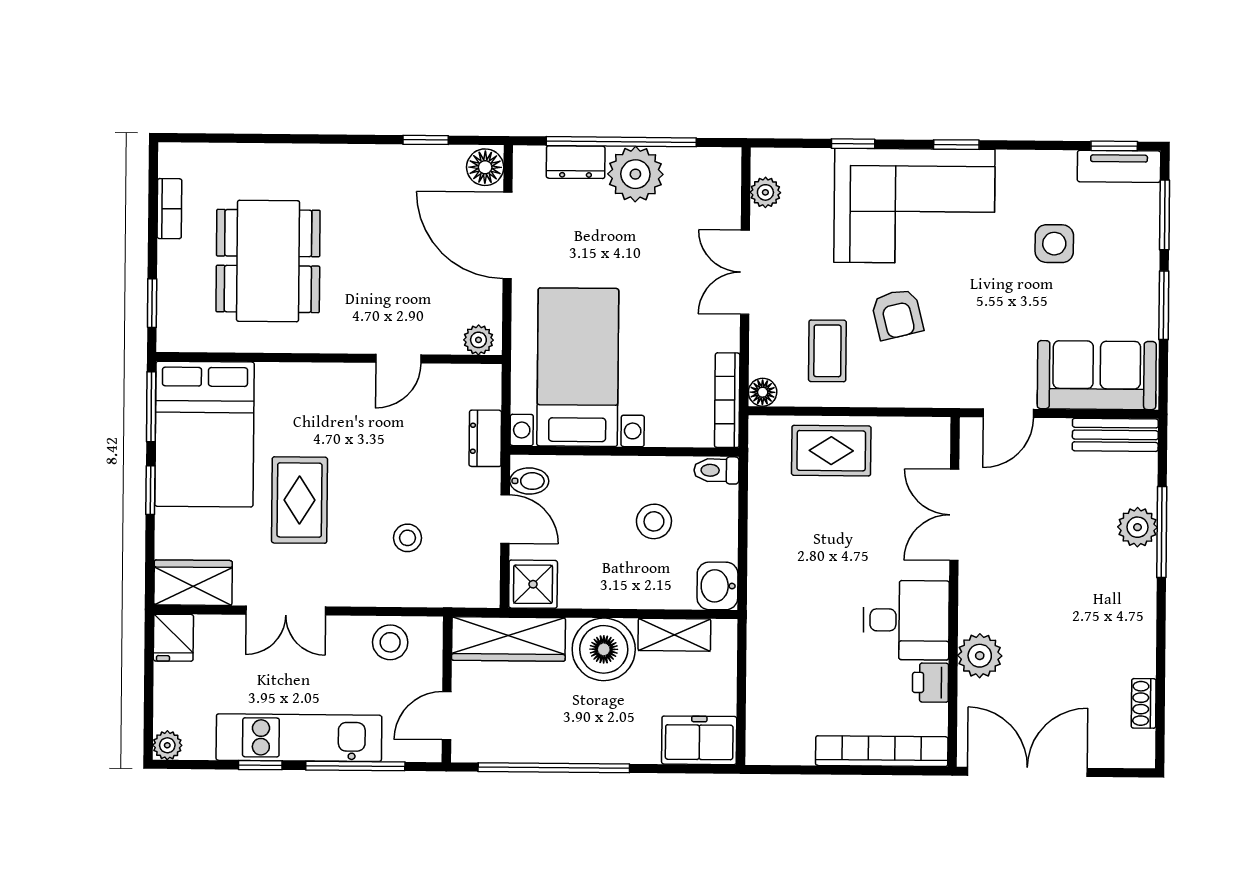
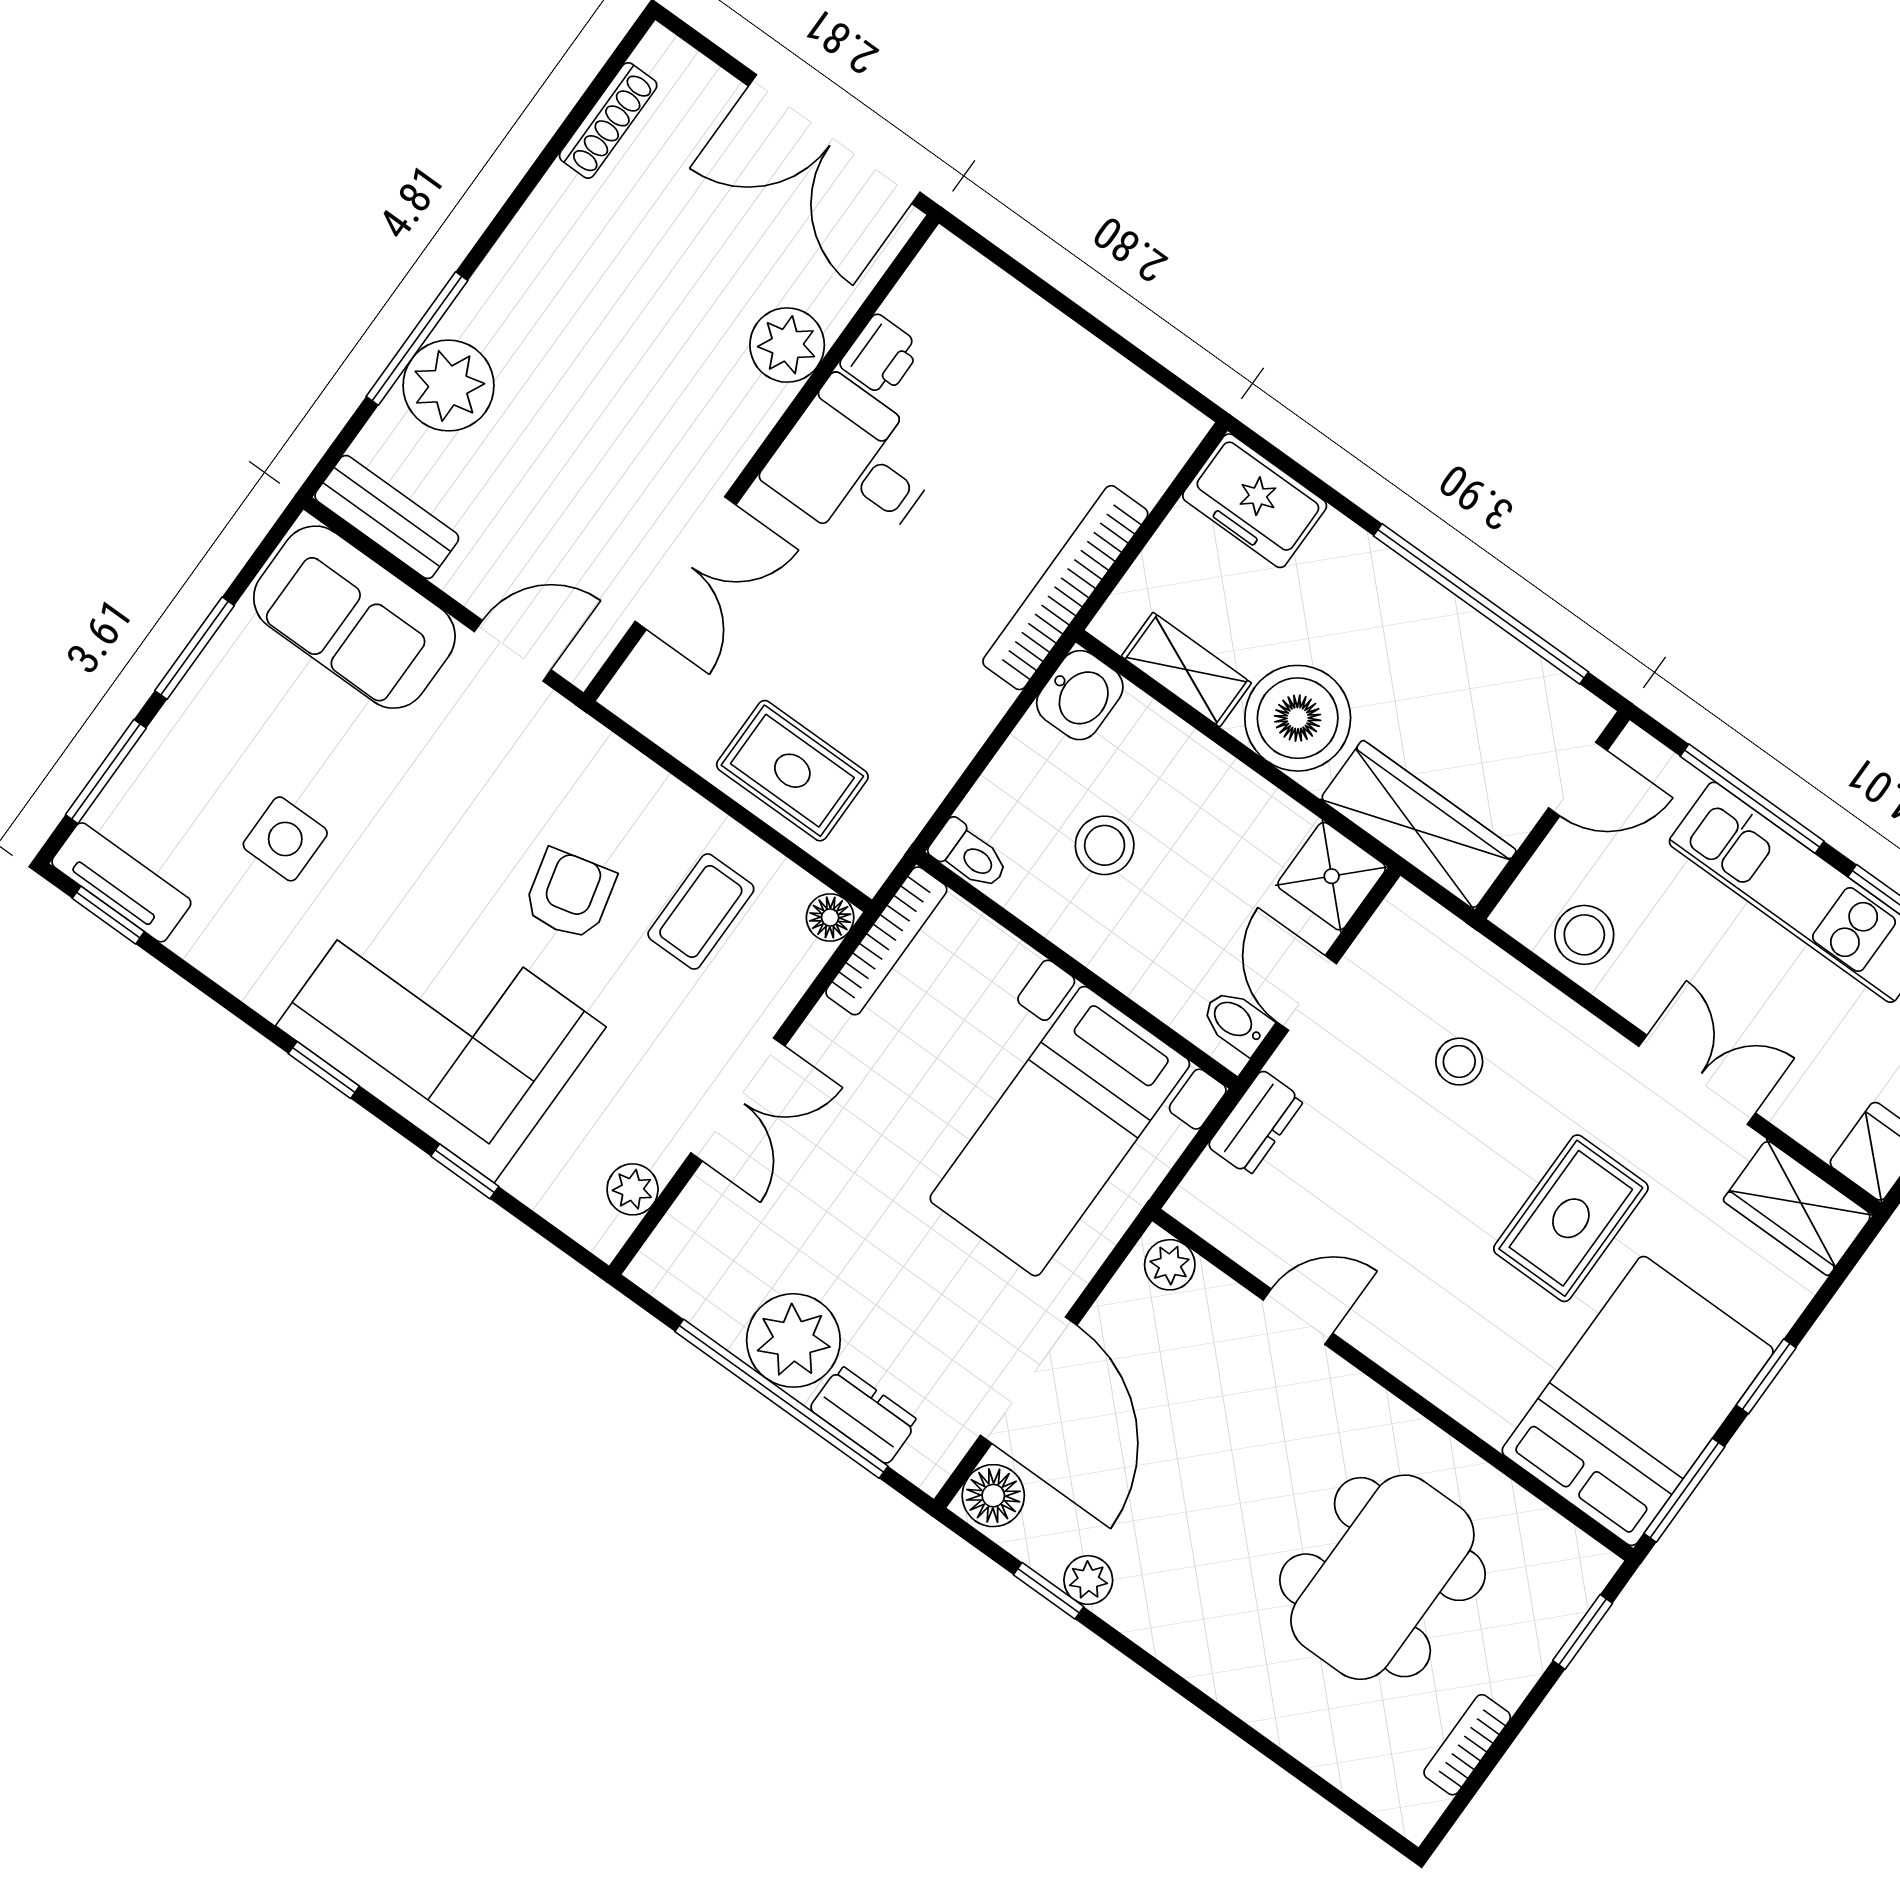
plant: (410, 159) -> (1088, 1580), added
plant: (1137, 527) -> (449, 386), width x1.36, depth x1.36
shoe rack: (1144, 703) -> (608, 120), width x1.43
bookcase: (882, 751) -> (1065, 588), moved, turned 90

